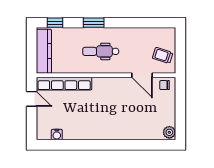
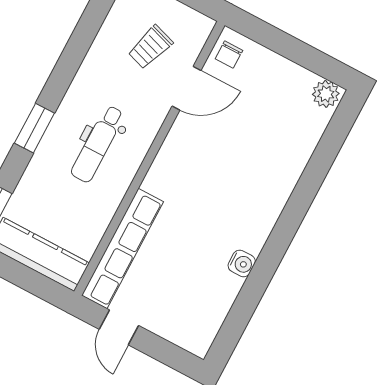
trolley: (163, 55) -> (150, 47), moved
door: (32, 99) -> (119, 327), swing flipped
water cooler: (57, 135) -> (242, 263), moved

